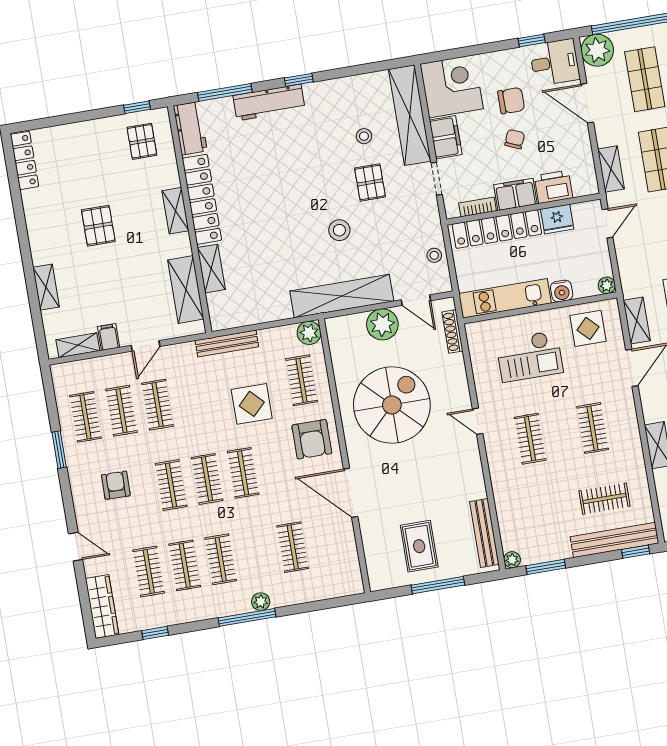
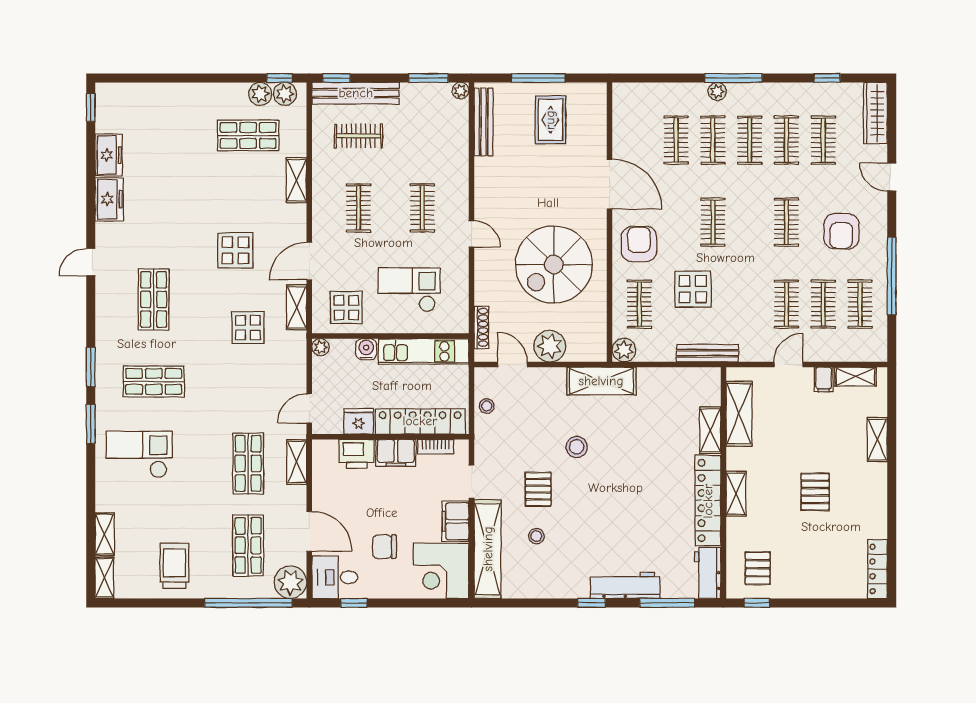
chair: (515, 139) -> (387, 508), removed
shelving: (342, 296) -> (601, 381), width x0.68
window: (59, 450) -> (892, 276), width x2.11
clothes rail: (207, 479) -> (713, 140), moved
armchair: (116, 485) -> (841, 231), width x1.38, depth x1.38

